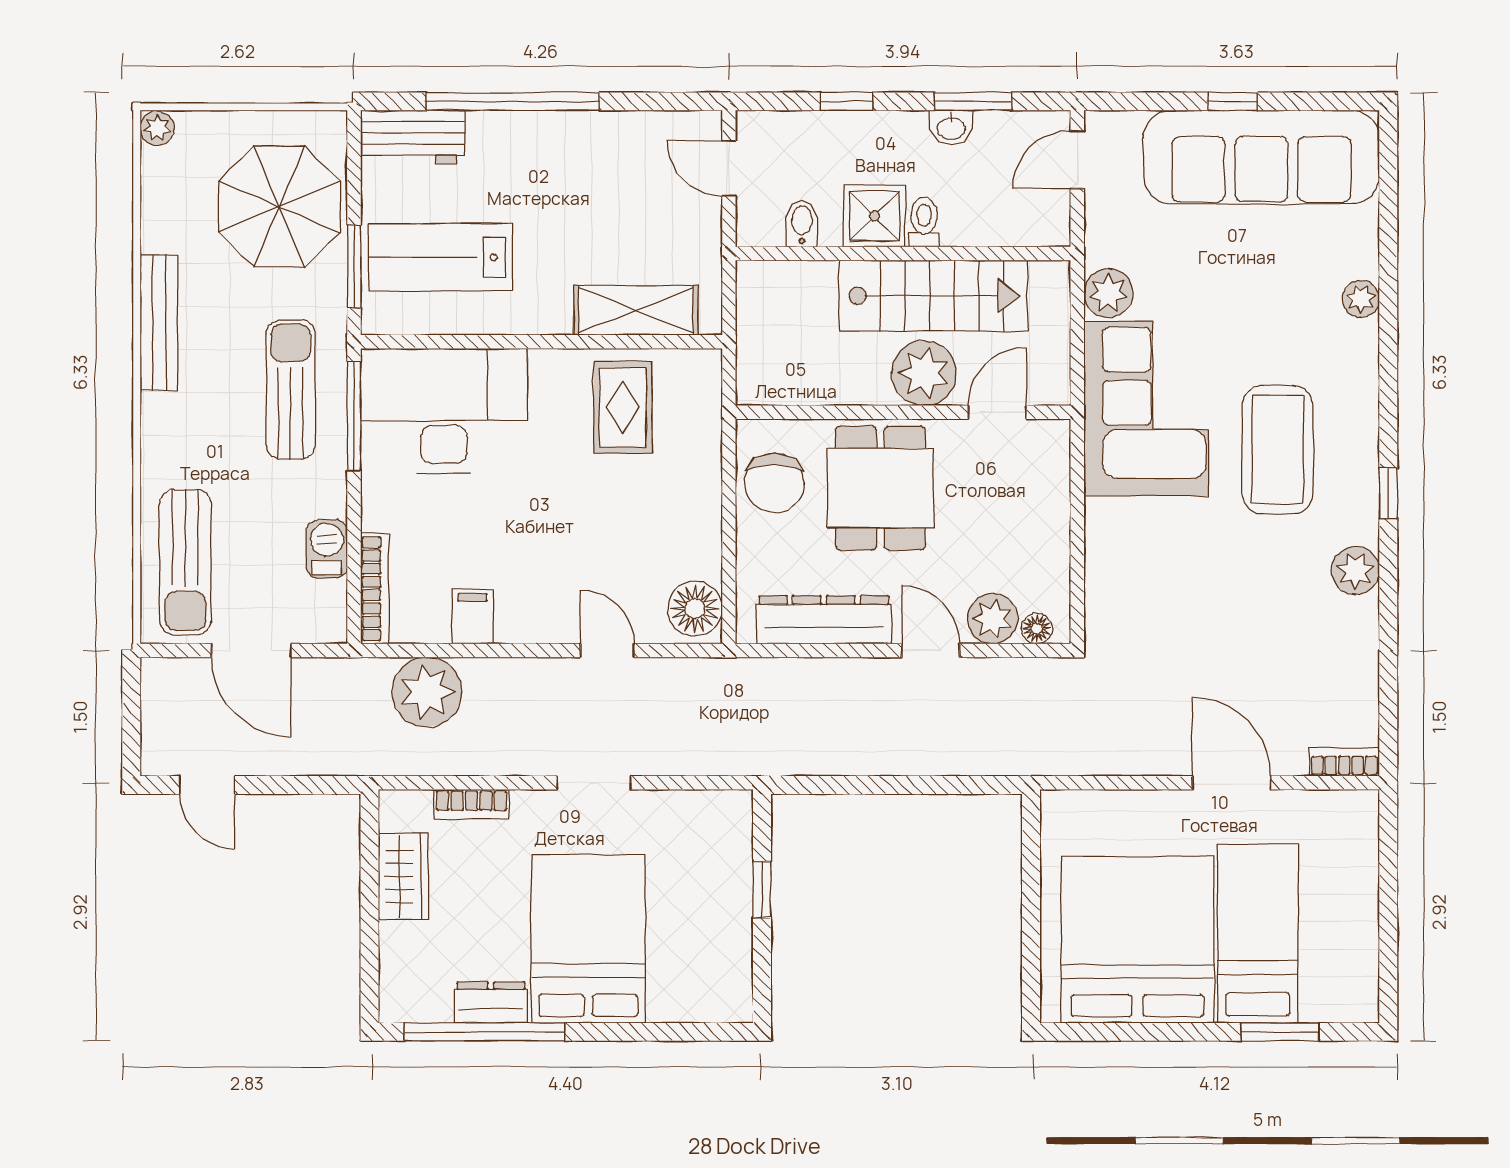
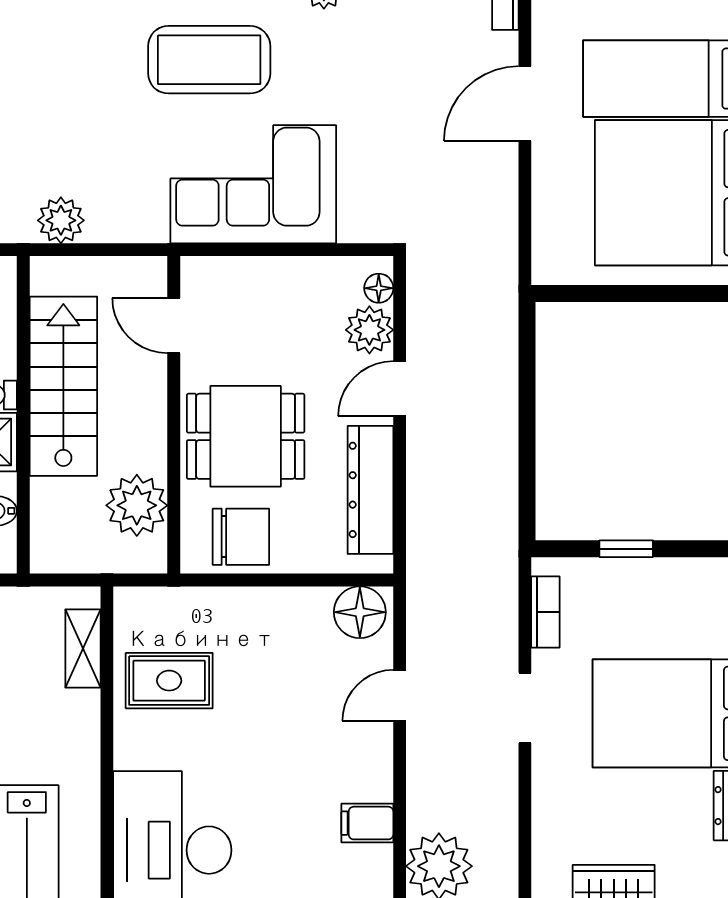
shelving: (636, 310) -> (83, 648), width x0.67, depth x0.75
plant: (924, 373) -> (137, 505), moved
corner sofa: (1146, 409) -> (253, 184), moved
bookcase: (471, 804) -> (545, 612), moved

